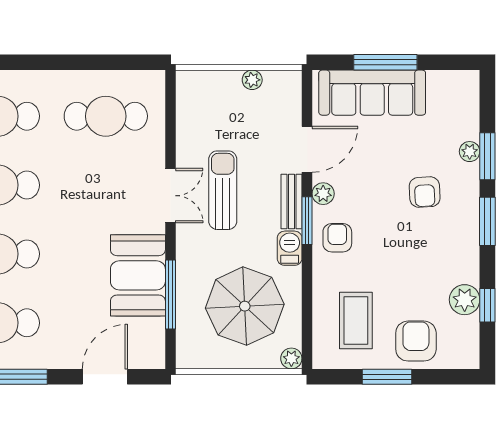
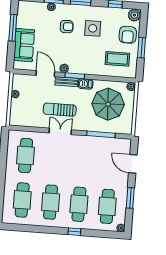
window: (385, 62) -> (13, 28), moved
sofa: (372, 93) -> (24, 45), width x0.73
armchair: (337, 238) -> (83, 64), removed
side table: (425, 255) -> (93, 28), added
booth: (138, 275) -> (92, 147), removed
plant: (465, 300) -> (134, 15), moved
armchair: (416, 341) -> (128, 35), turned -90

